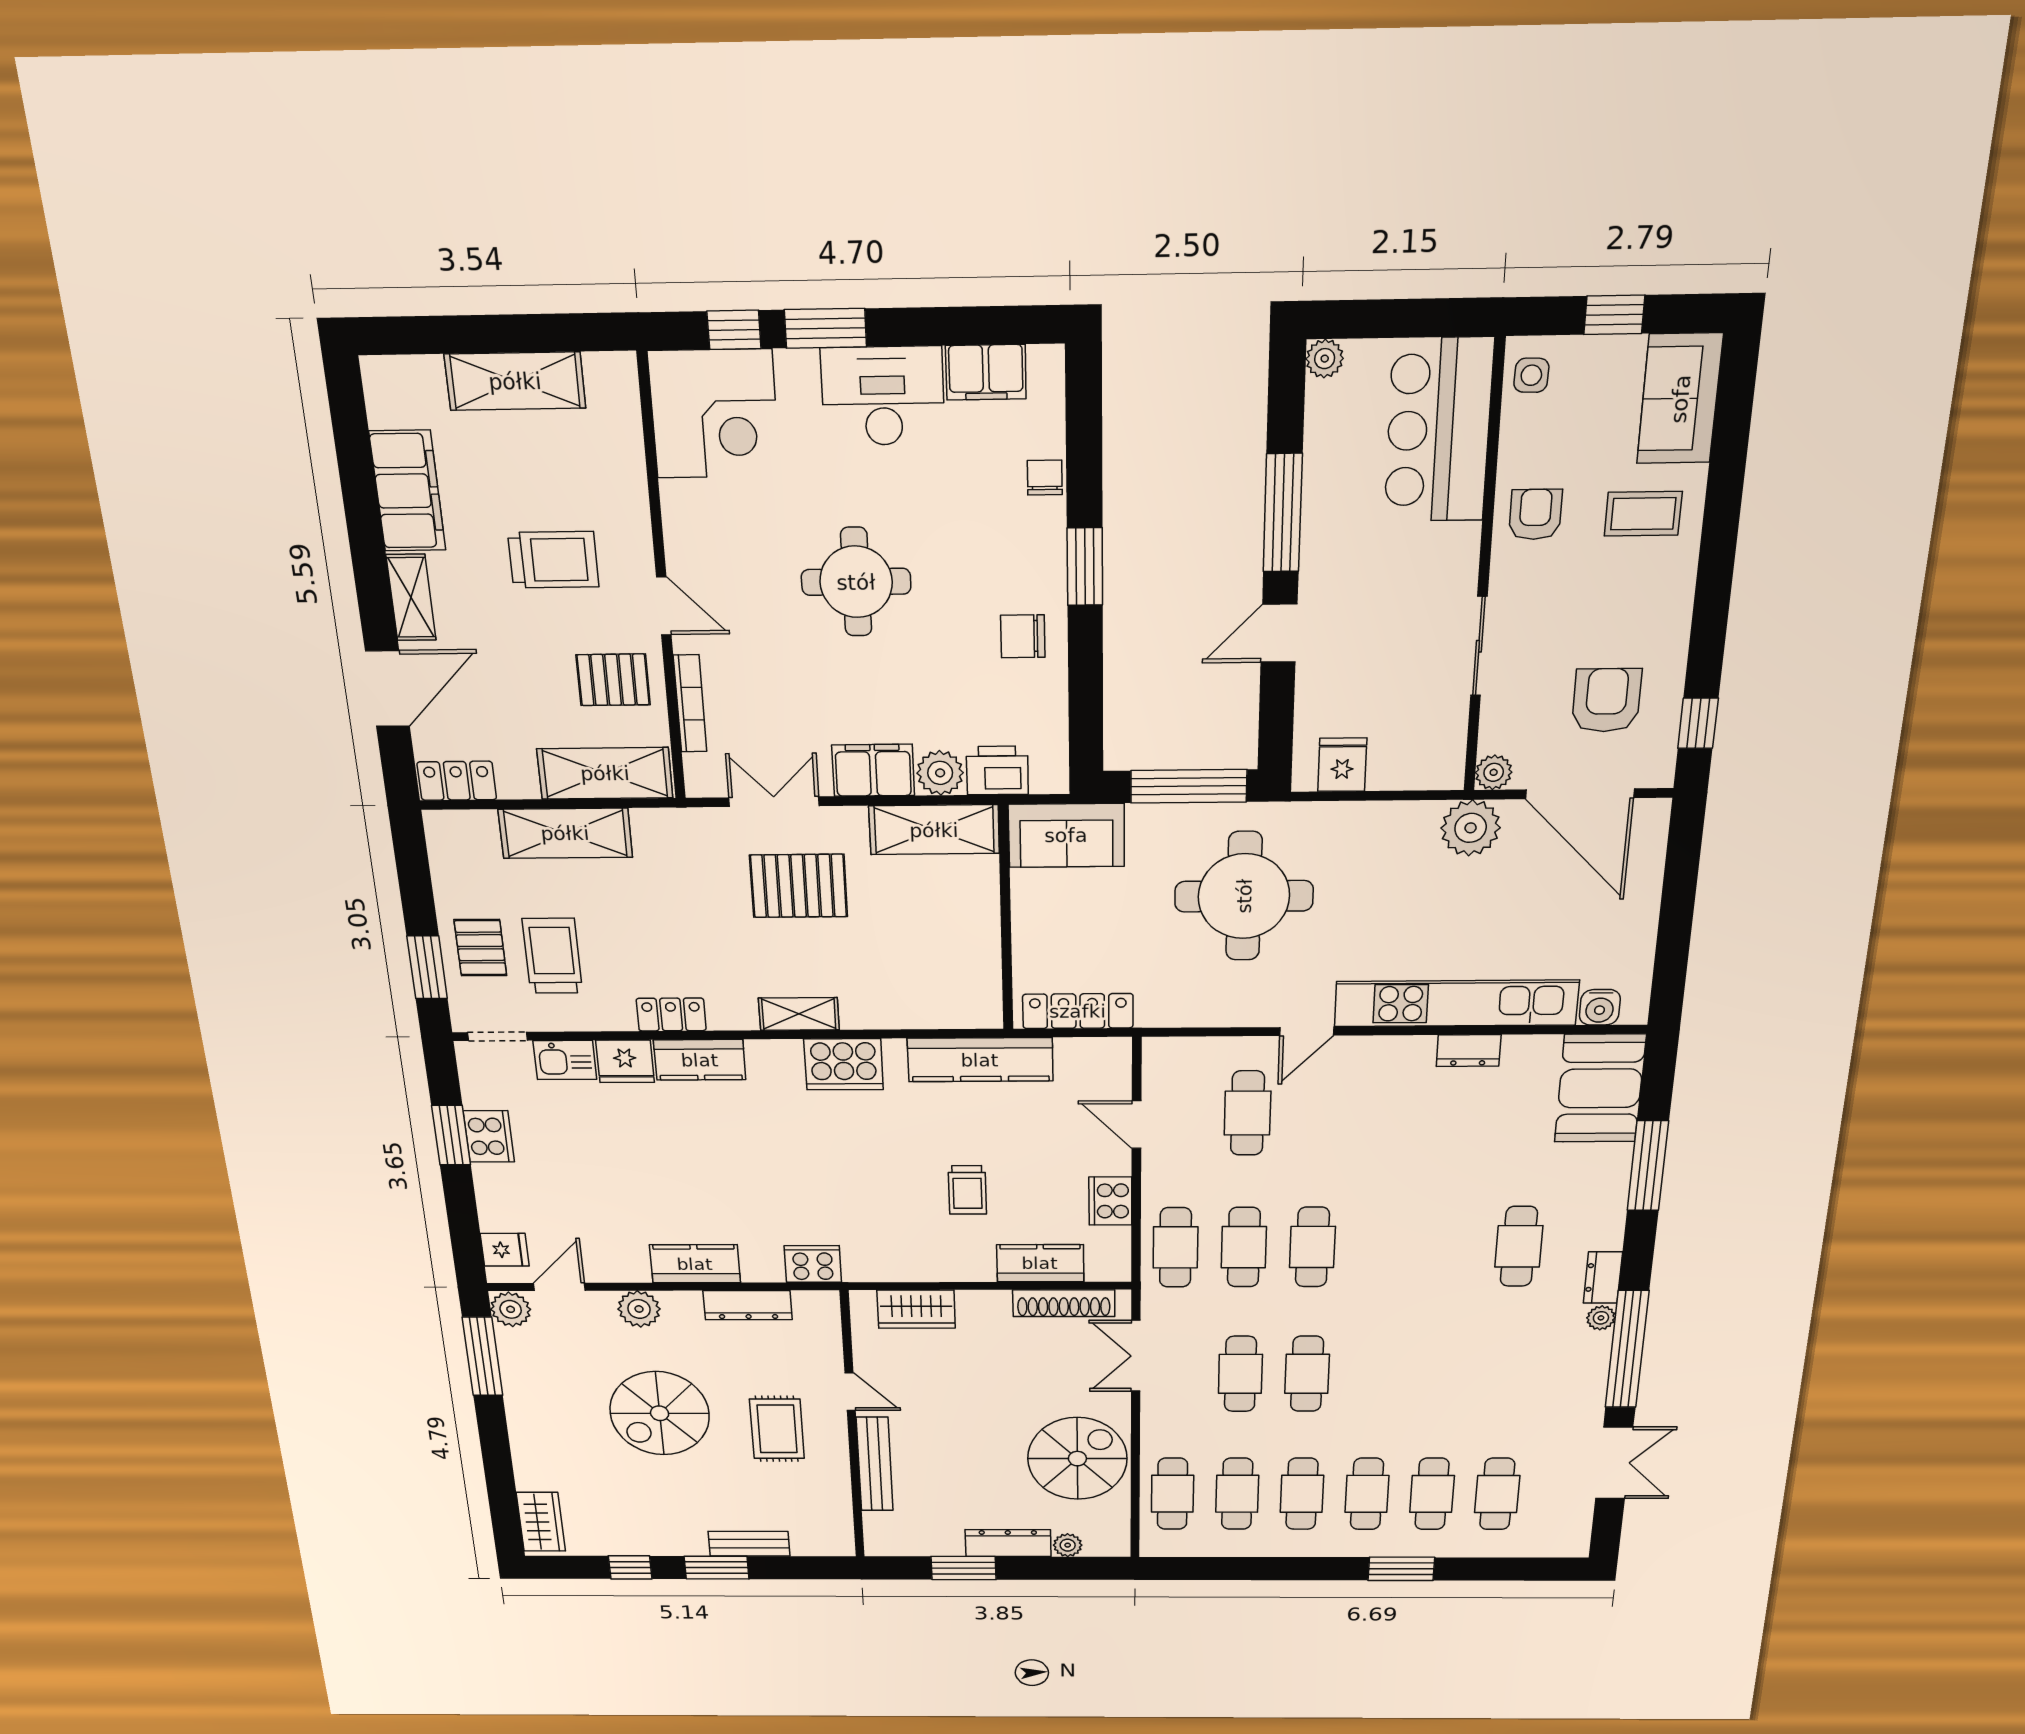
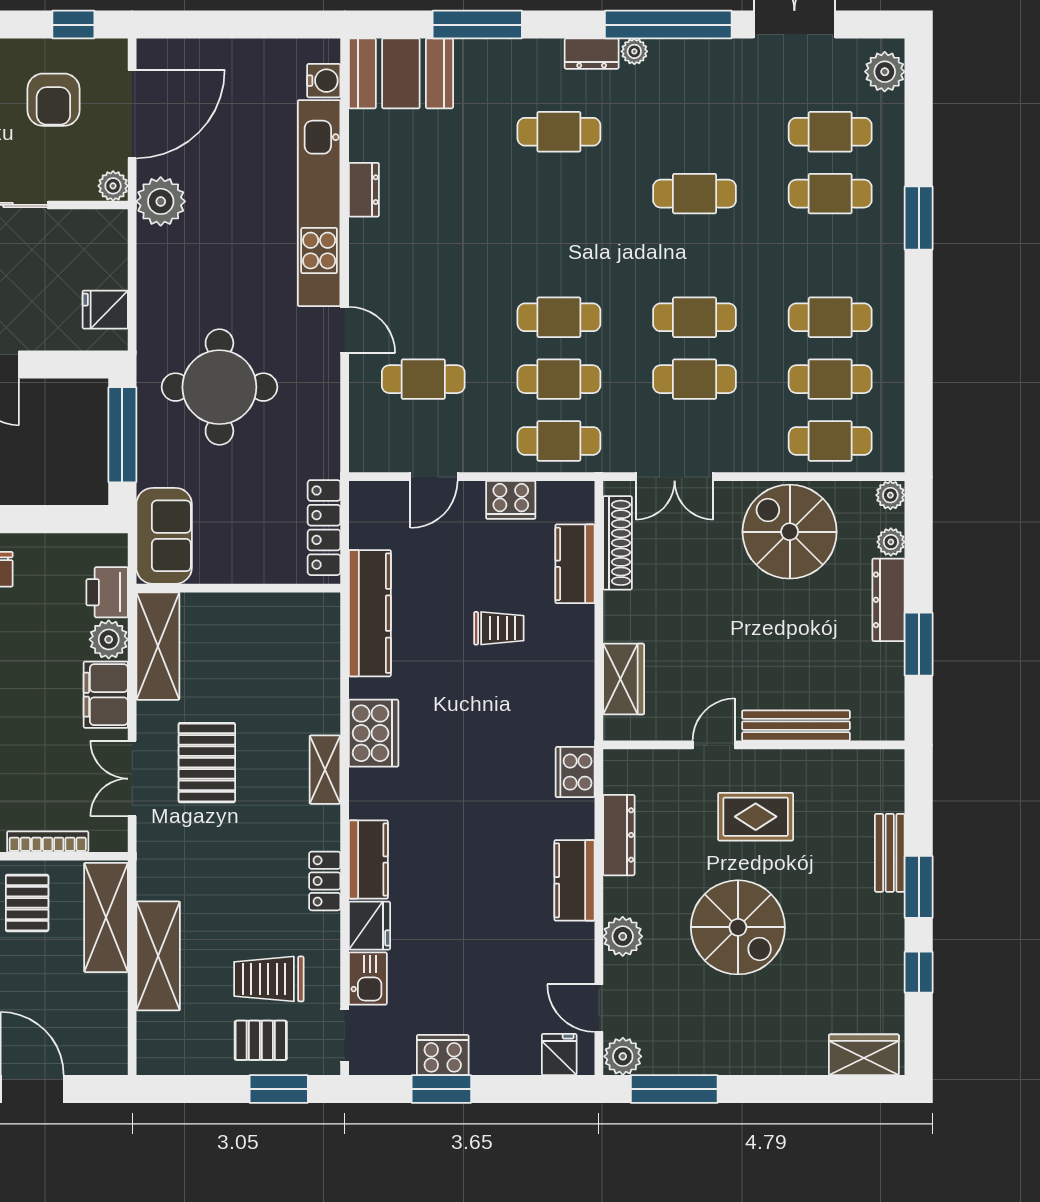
armchair: (1607, 700) -> (53, 100), turned -90
locker: (457, 781) -> (111, 1042), removed
cafe table: (1367, 1494) -> (695, 194), moved
plant: (1556, 1541) -> (885, 72), added
plant: (1116, 1545) -> (890, 495), added

